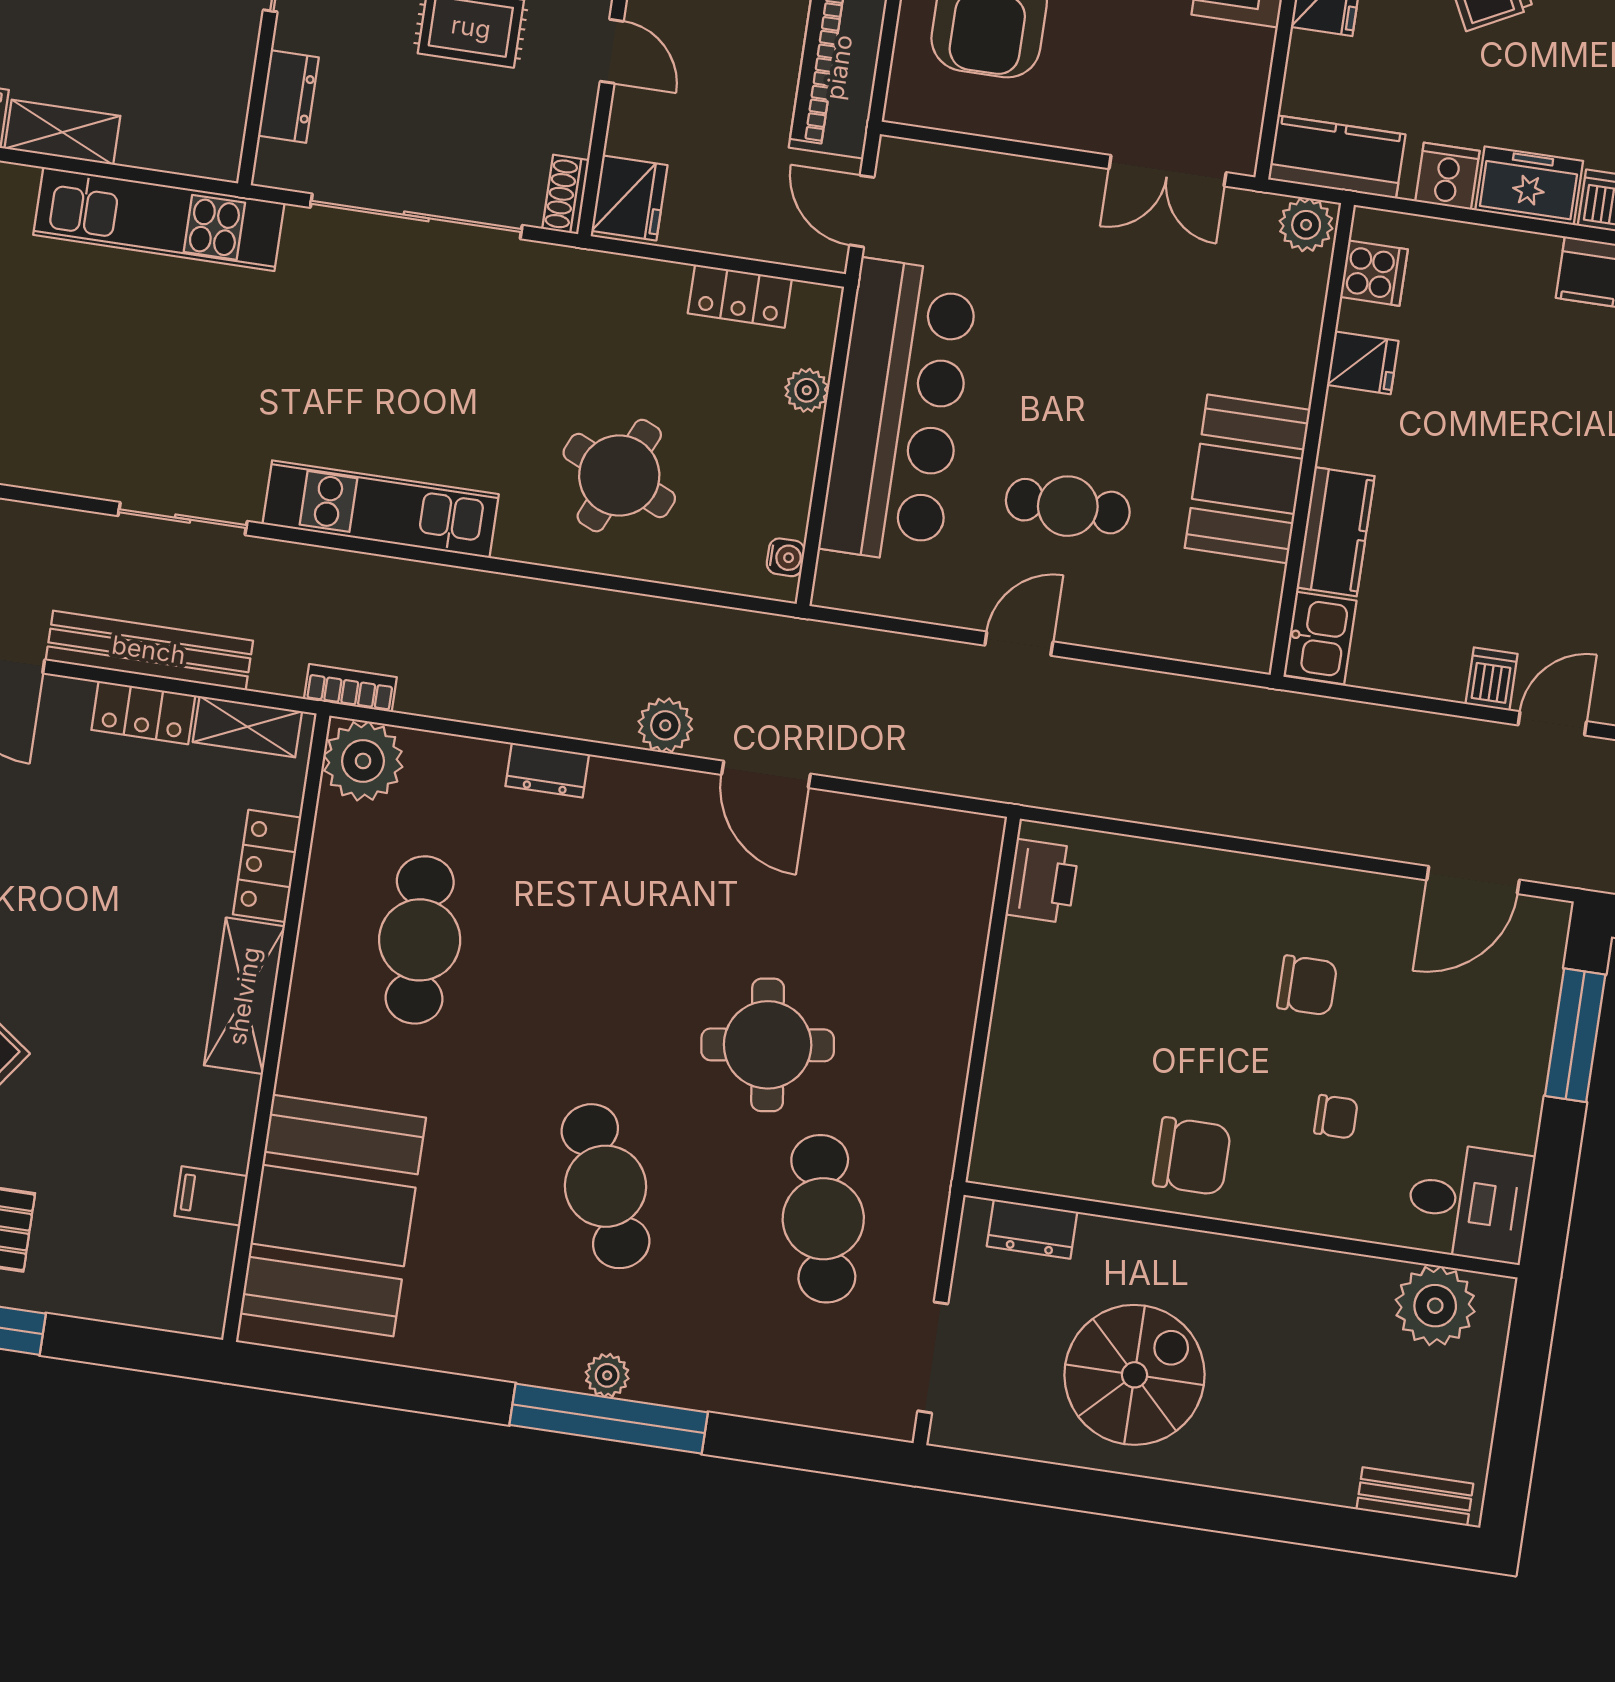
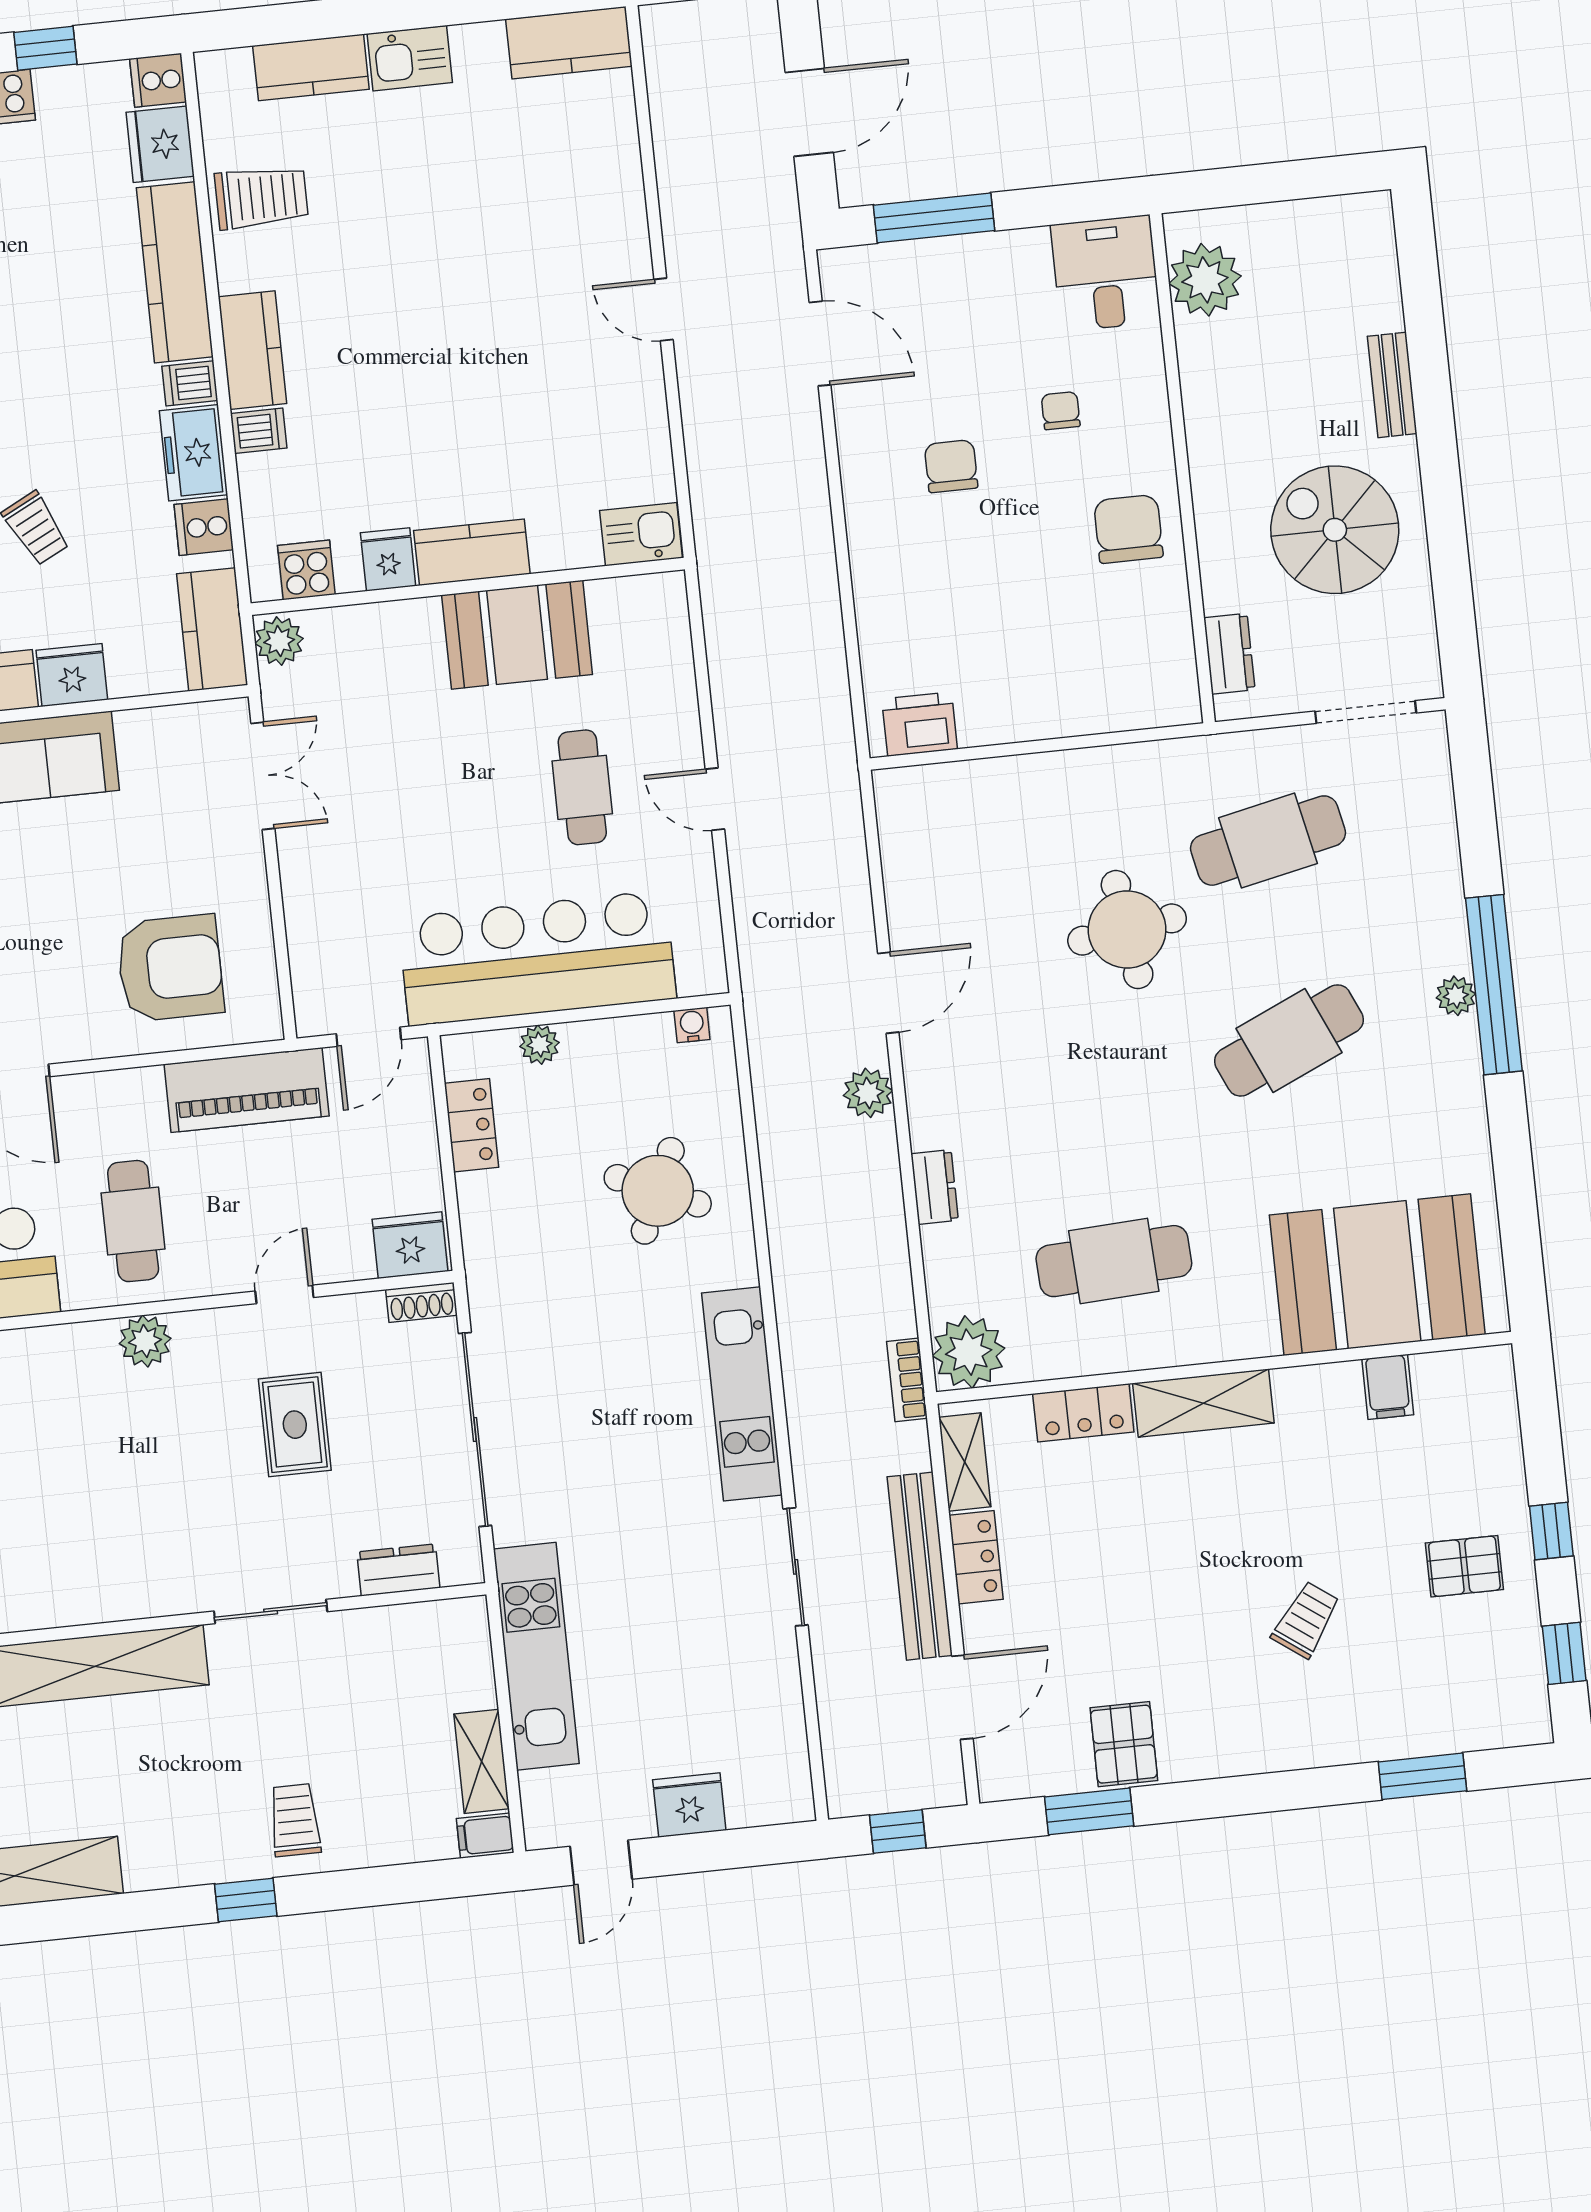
kitchen counter: (1336, 532) -> (472, 552), moved
dishwasher: (1492, 679) -> (259, 431), moved, turned 180
bench: (1415, 1497) -> (1392, 385), moved

